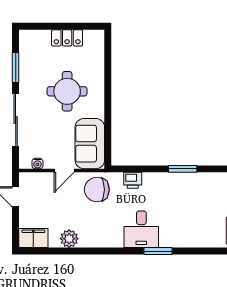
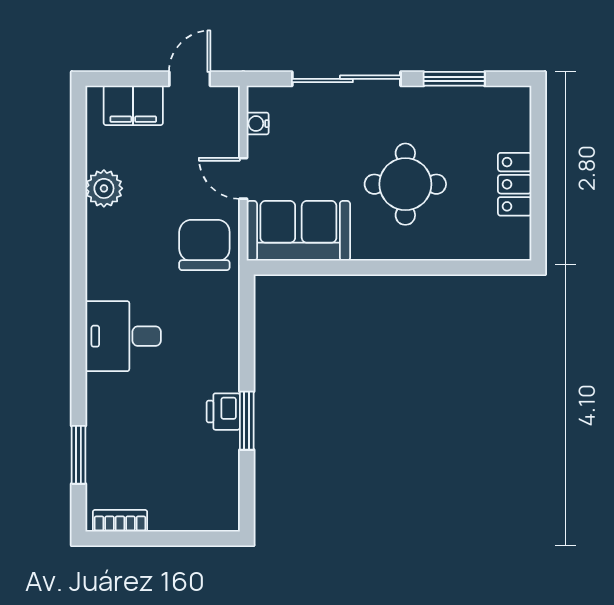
printer: (133, 180) -> (223, 412), moved
filing cabinet: (33, 238) -> (133, 105), moved, turned 90
window: (158, 251) -> (79, 455), moved

